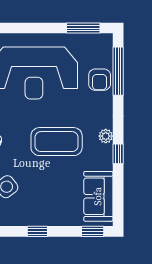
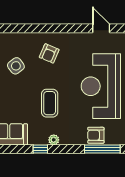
coffee table: (57, 142) -> (50, 103), width x0.73, depth x0.76

